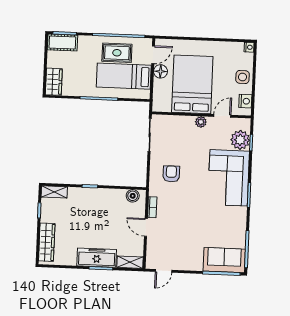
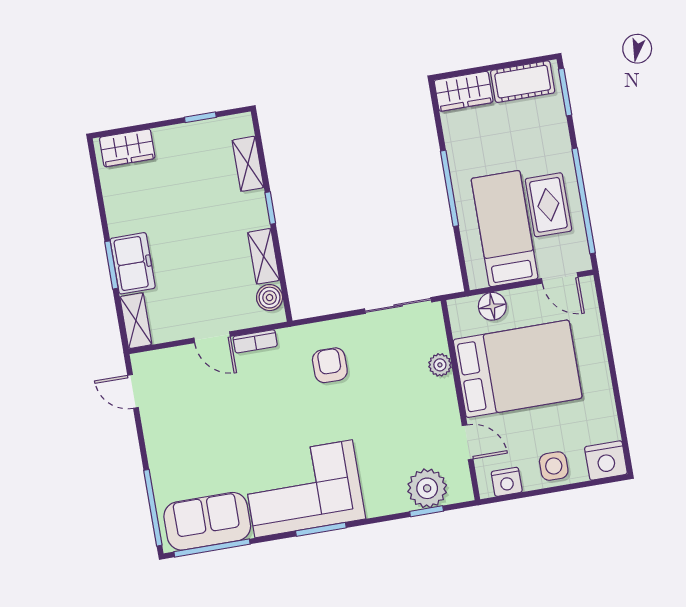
cot: (62, 42) -> (523, 82), moved, turned 90
nightstand: (249, 47) -> (606, 460), width x1.89, depth x1.79
floor lamp: (161, 71) -> (492, 306), moved
plant: (201, 122) -> (440, 365), moved
armchair: (171, 174) -> (330, 365), turned -90
corner sofa: (229, 178) -> (304, 489), moved
shelving: (54, 192) -> (248, 164), moved
shelving: (112, 194) -> (264, 256), added
door: (146, 227) -> (212, 337), swing flipped
wardrobe: (47, 242) -> (127, 148), width x0.67
freezer: (97, 258) -> (133, 263), width x0.71
sofa: (224, 260) -> (207, 521), moved, turned -90

